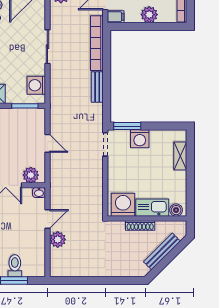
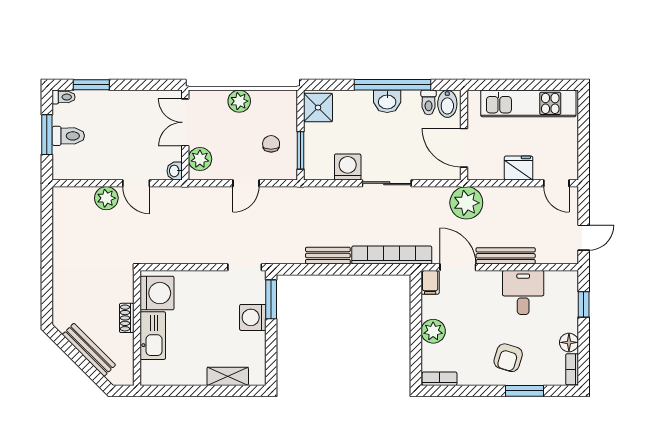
washing machine: (36, 85) -> (348, 167), moved
chair: (20, 126) -> (271, 144), added
boiler: (176, 210) -> (149, 370), removed
shoe rack: (140, 226) -> (127, 318), width x0.70

